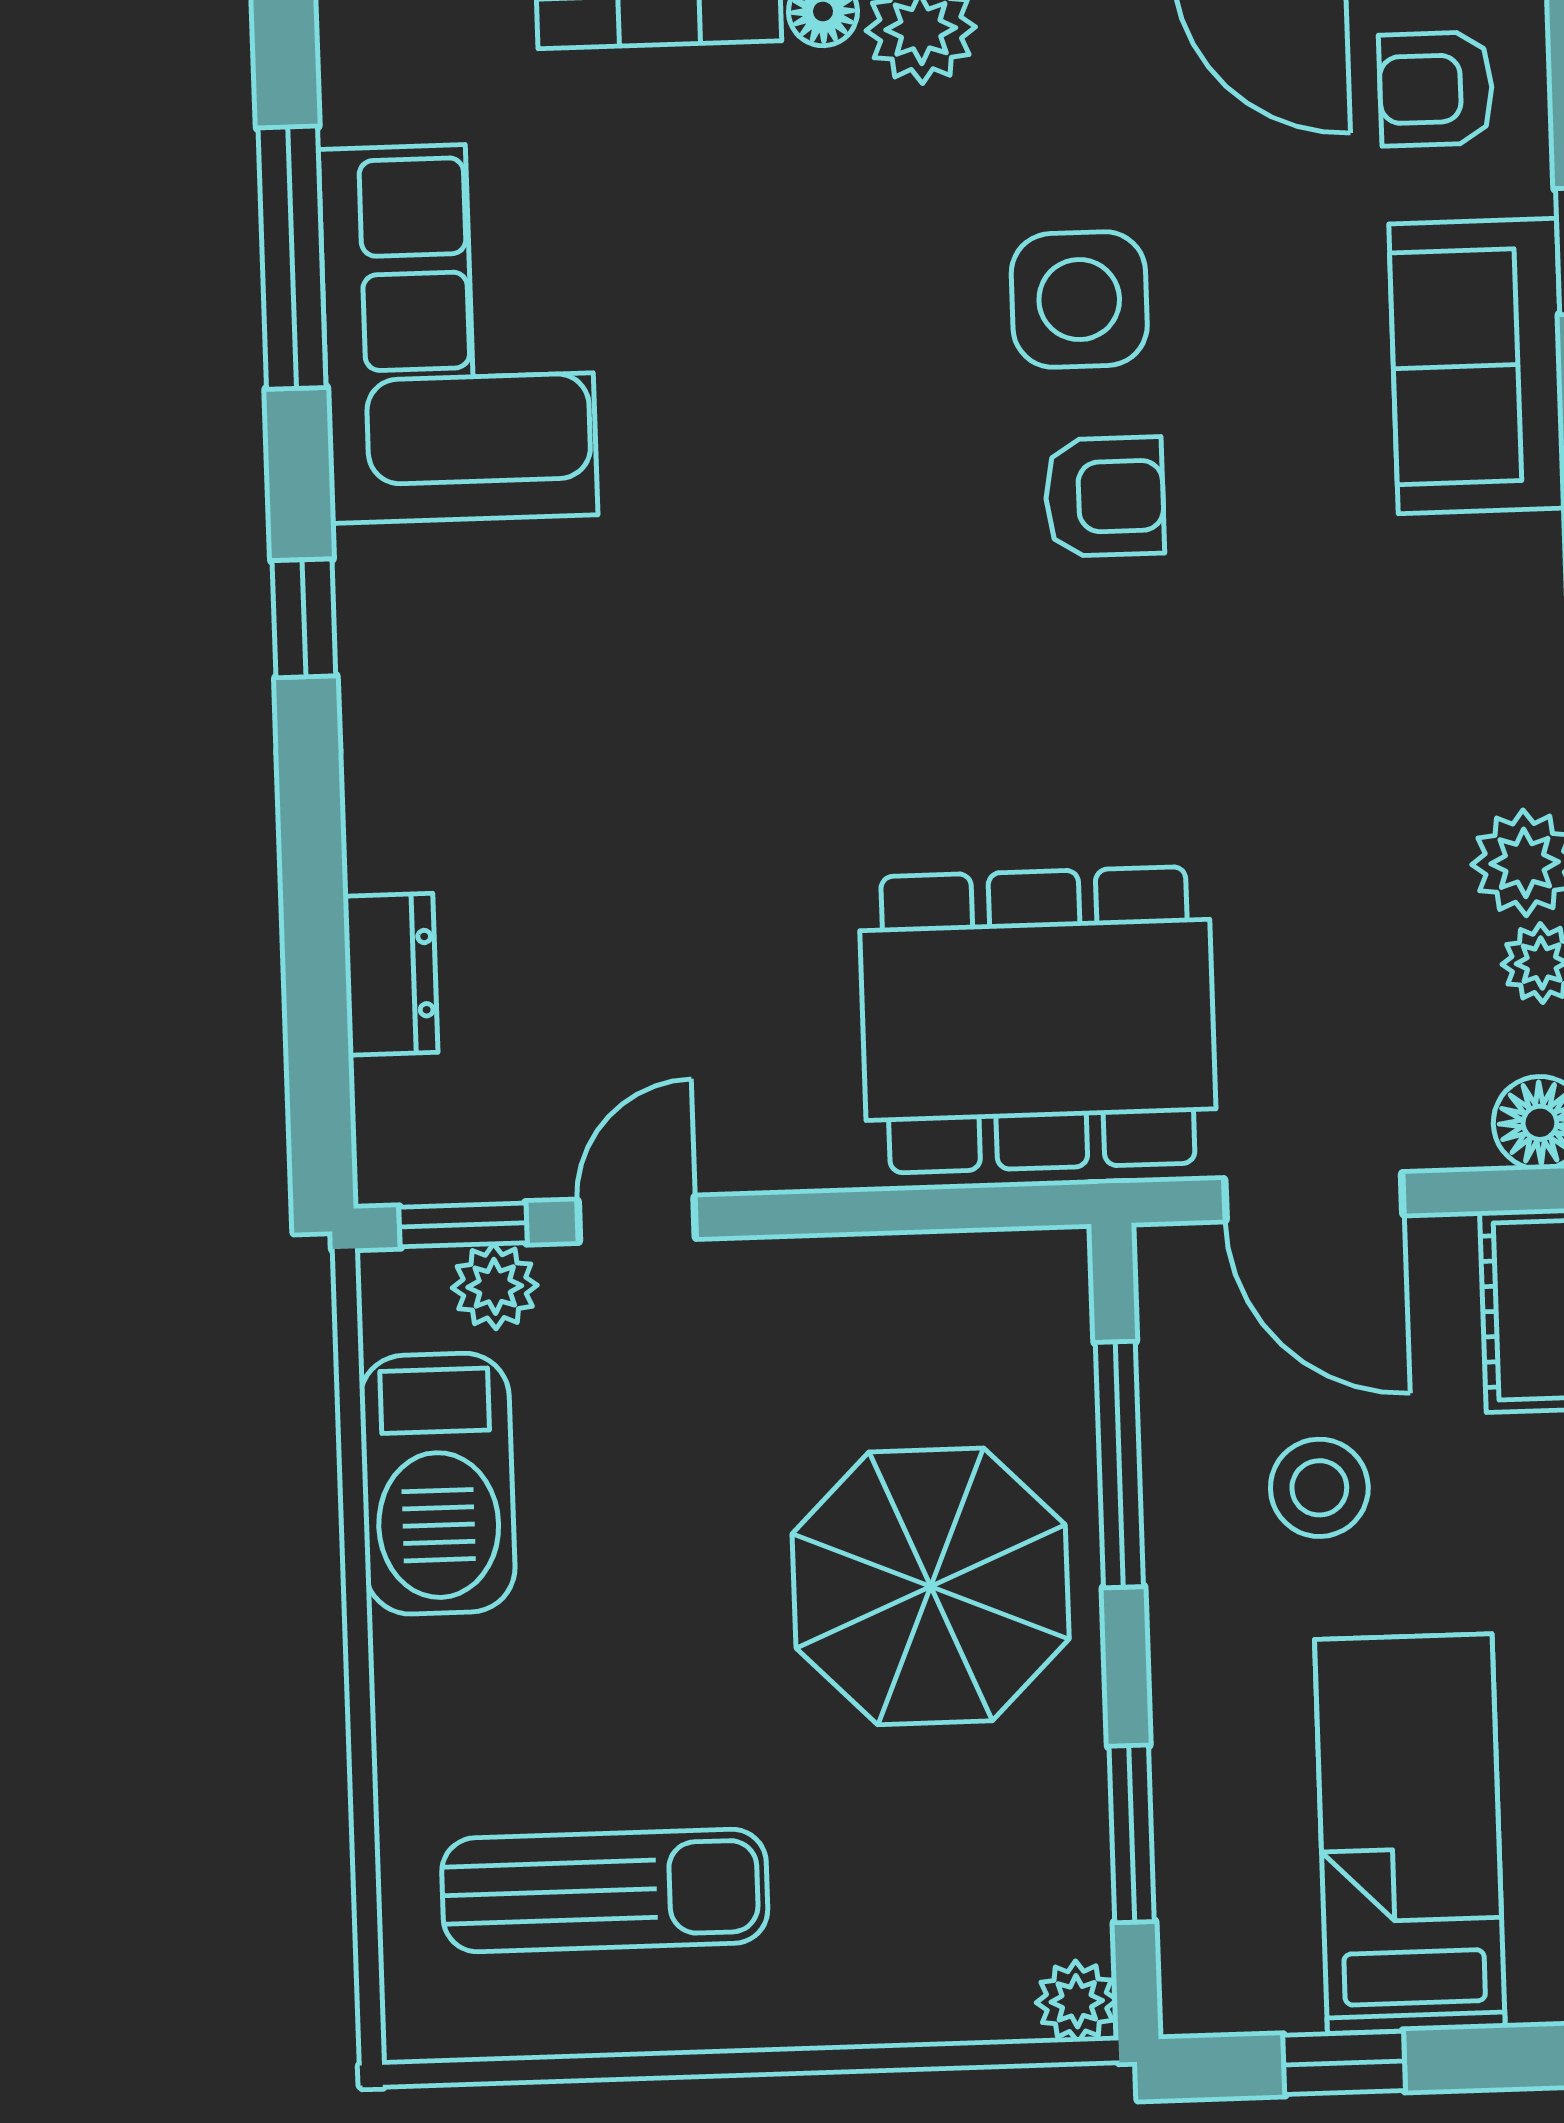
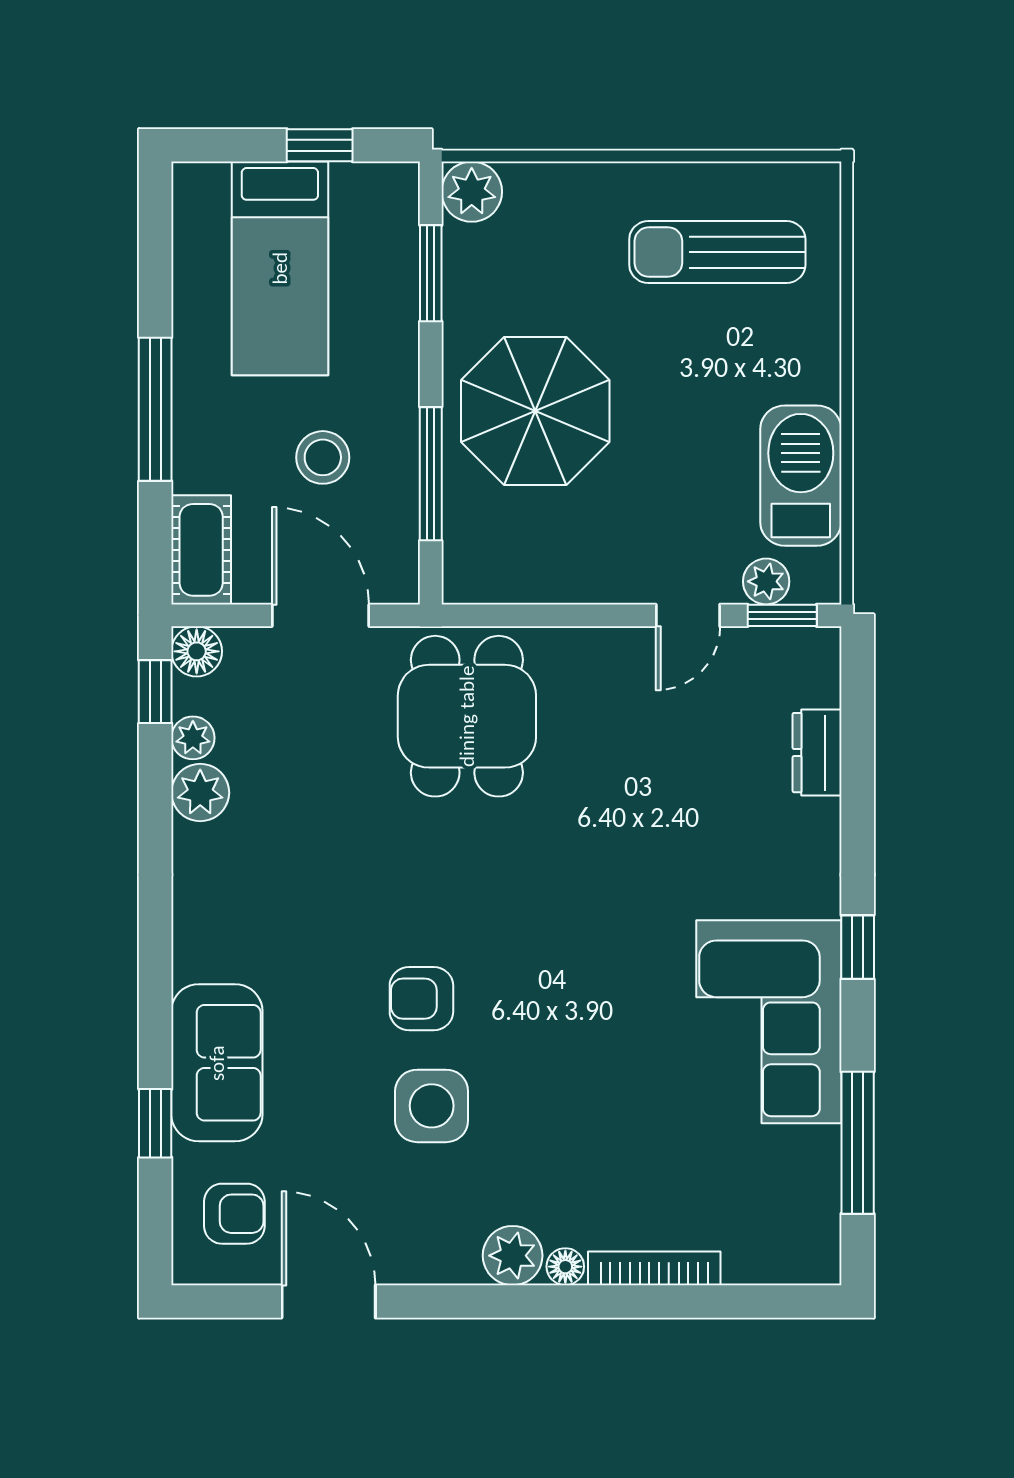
corner sofa: (458, 332) -> (769, 1022), moved
dining table: (1038, 1020) -> (467, 716), width x0.73
plant: (1077, 2001) -> (472, 192), width x1.38, depth x1.38

